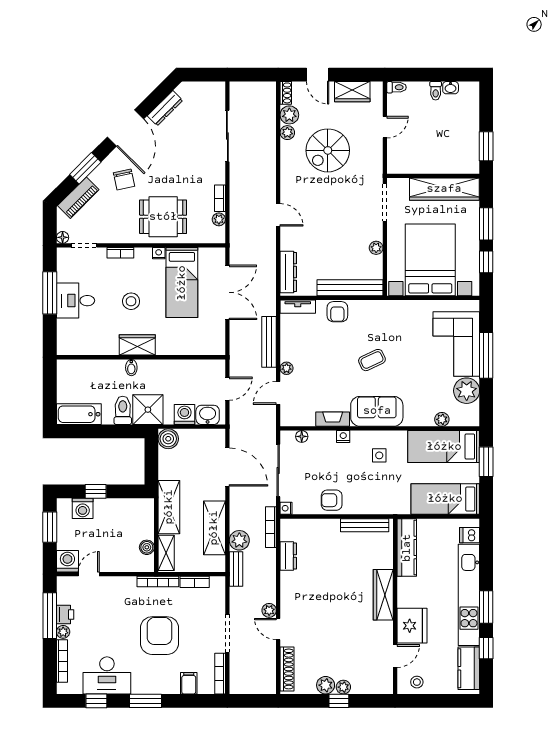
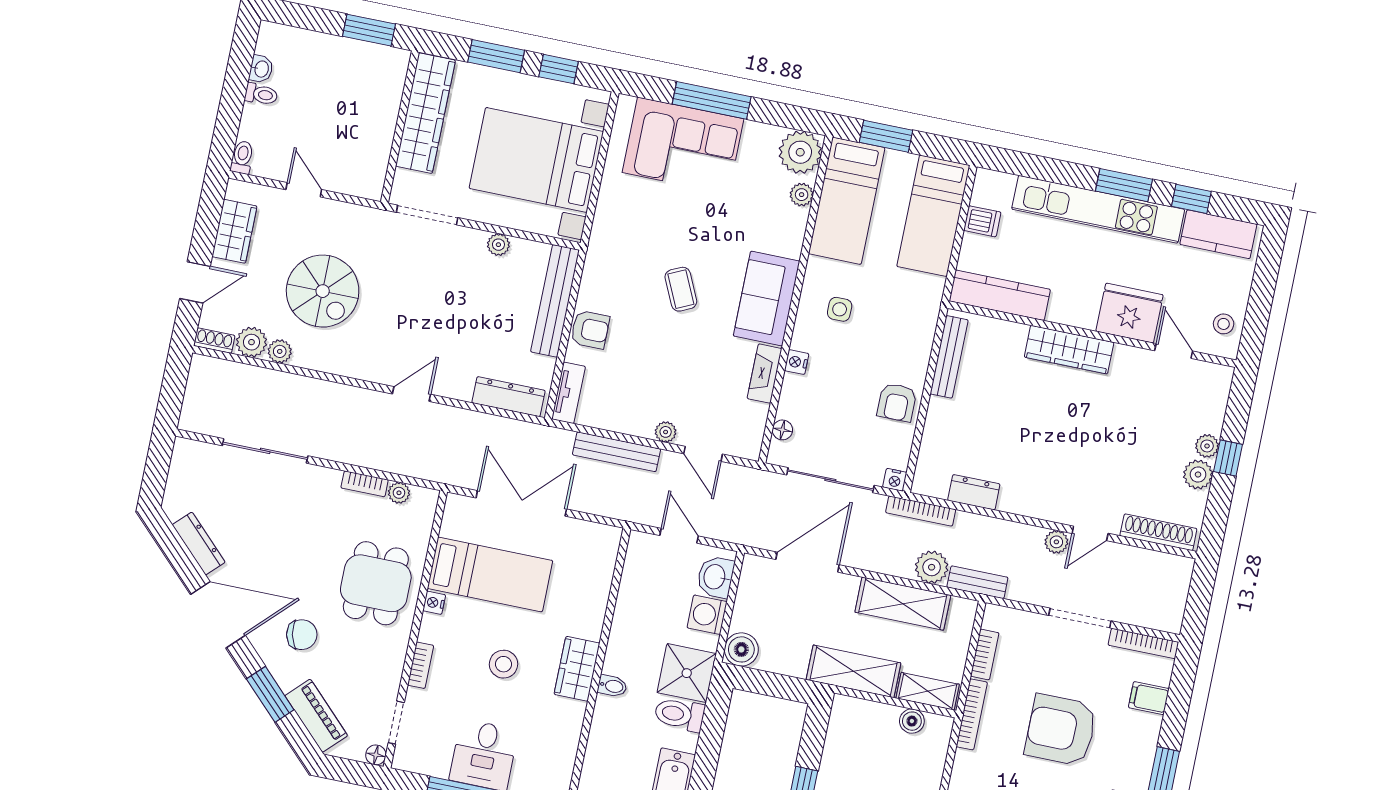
plant: (467, 391) -> (800, 152), moved
dishwasher: (470, 535) -> (982, 221), moved, turned -90

